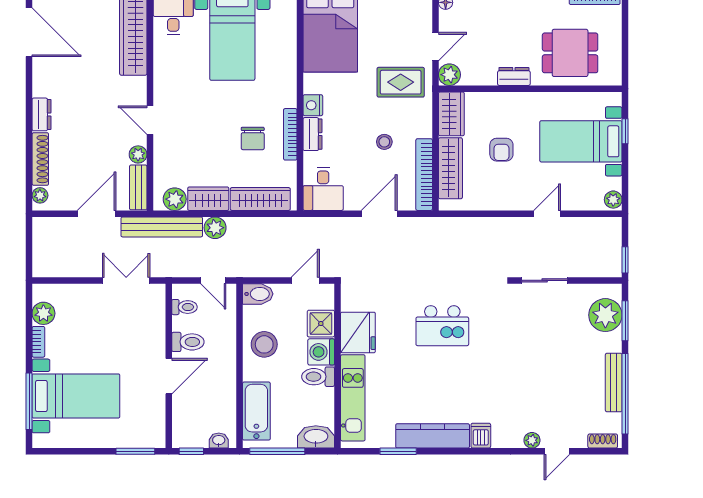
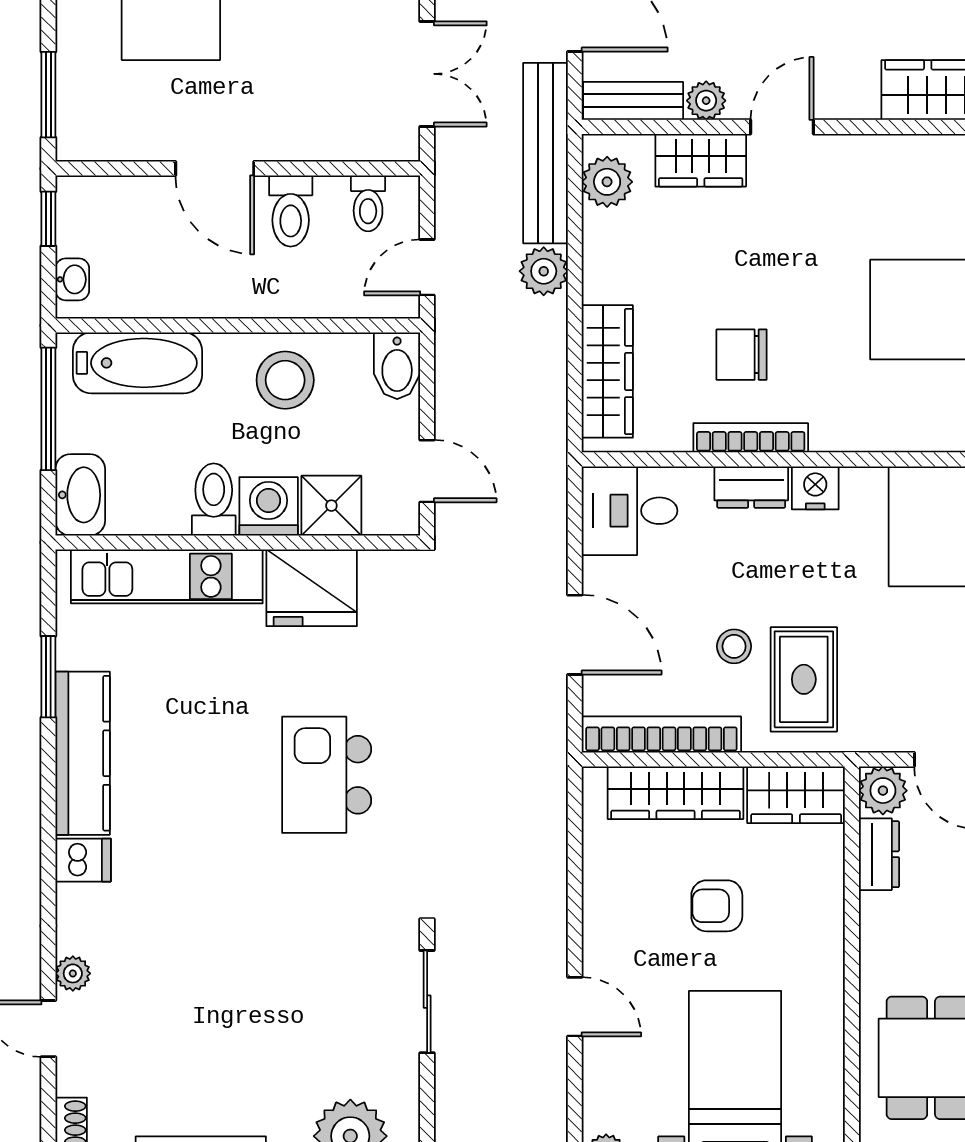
dresser: (514, 76) -> (879, 854), moved
rug: (401, 82) -> (804, 679), moved
wardrobe: (208, 199) -> (701, 160), moved, turned 90

